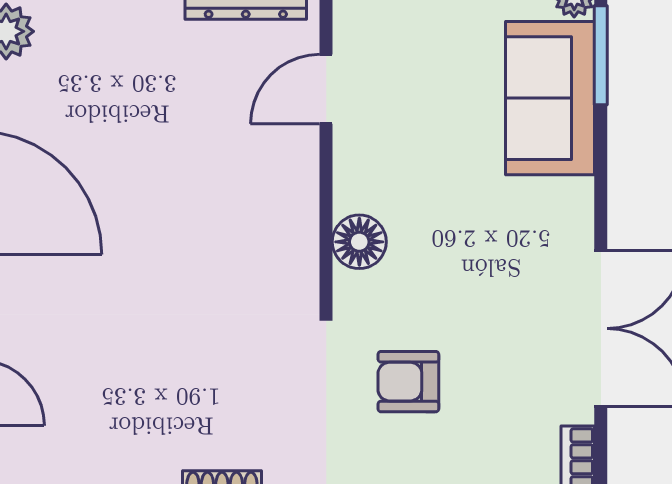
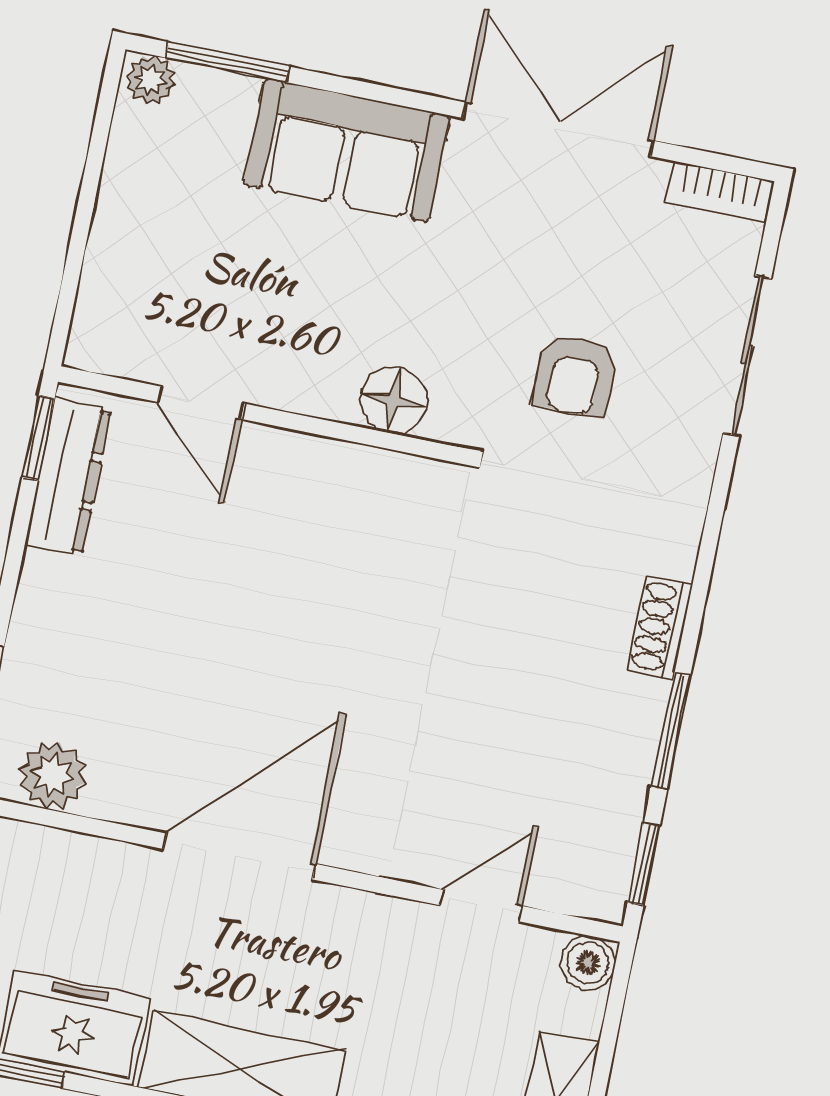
sofa: (550, 98) -> (347, 150), moved

